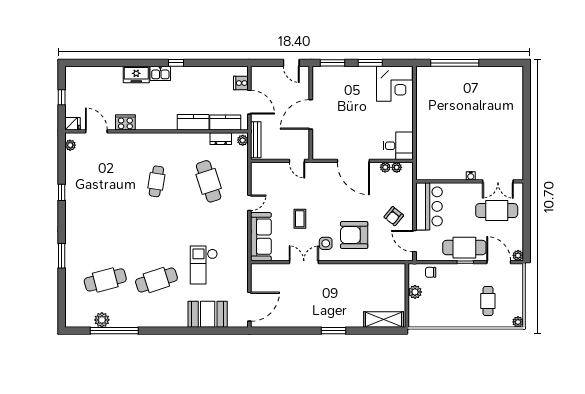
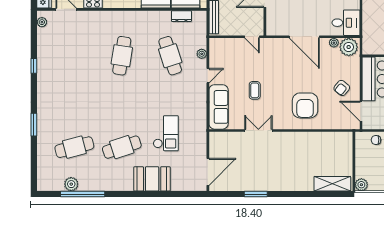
plant: (243, 140) -> (202, 54), moved
plant: (397, 167) -> (349, 47), width x1.87, depth x1.87
cafe table: (156, 181) -> (122, 56), width x1.37, depth x1.35
armchair: (354, 235) -> (305, 105), turned -90
side table: (326, 243) -> (279, 113), removed
checkout: (204, 265) -> (166, 133), turned 180
plant: (415, 292) -> (361, 185), moved
booth: (208, 314) -> (152, 179), moved
window: (334, 331) -> (256, 194), moved

